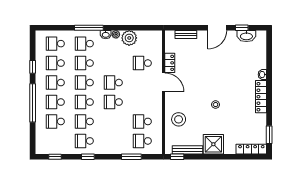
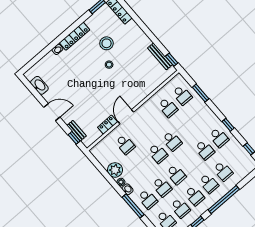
window: (242, 28) -> (74, 138), moved
school desk: (84, 102) -> (190, 162), removed
stool: (179, 119) -> (107, 43), moved
shower: (213, 144) -> (139, 41), removed

